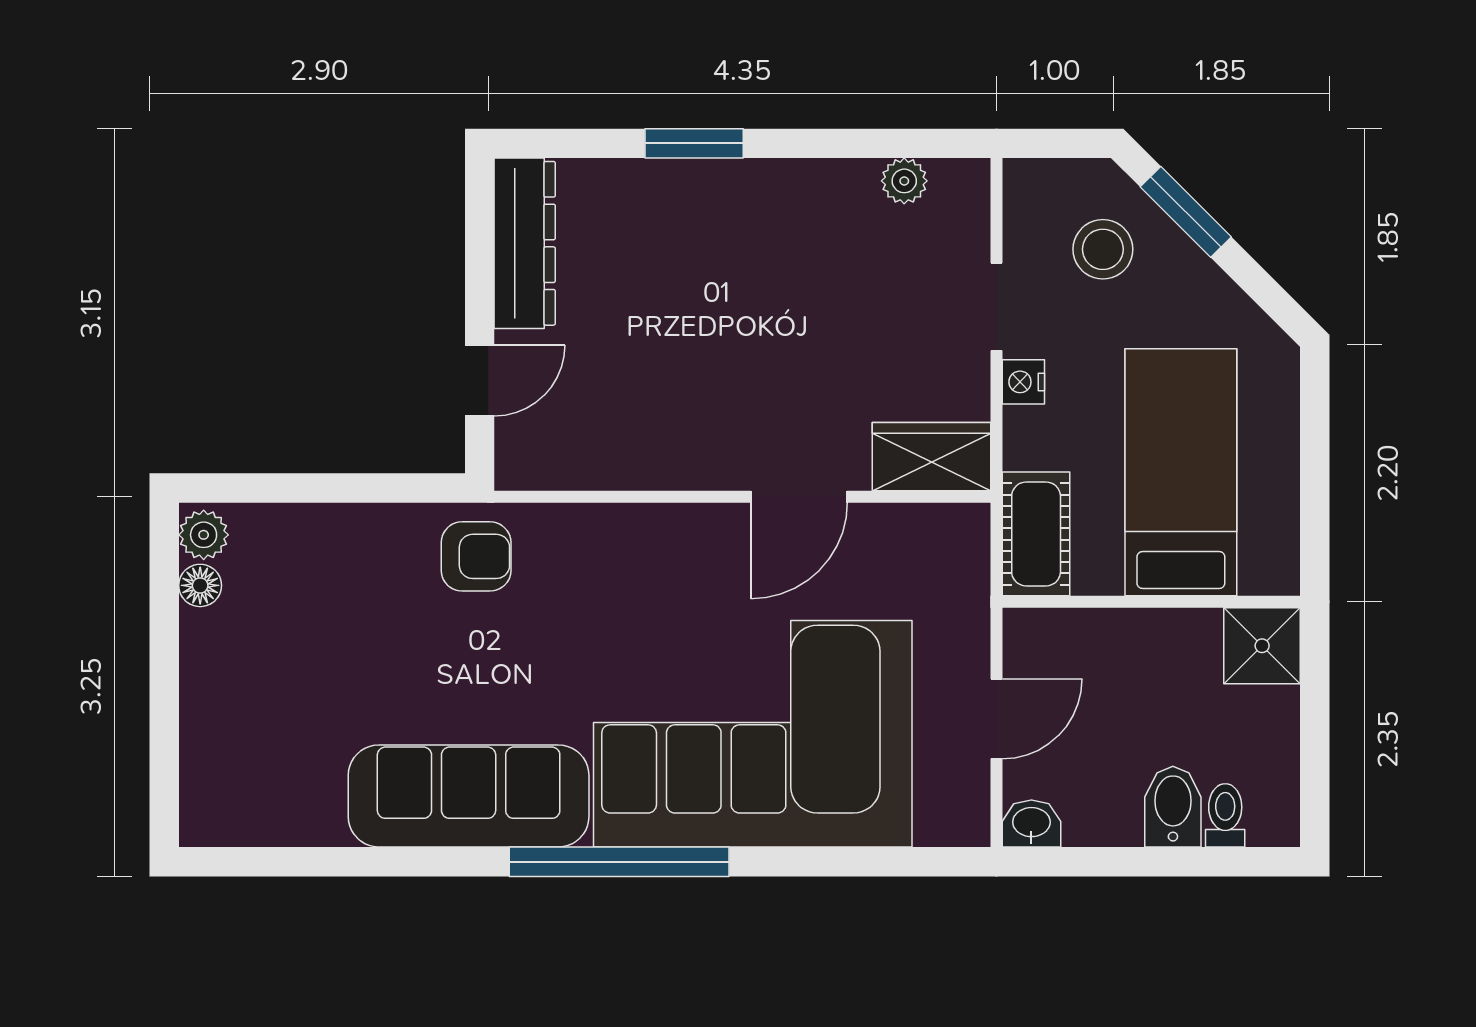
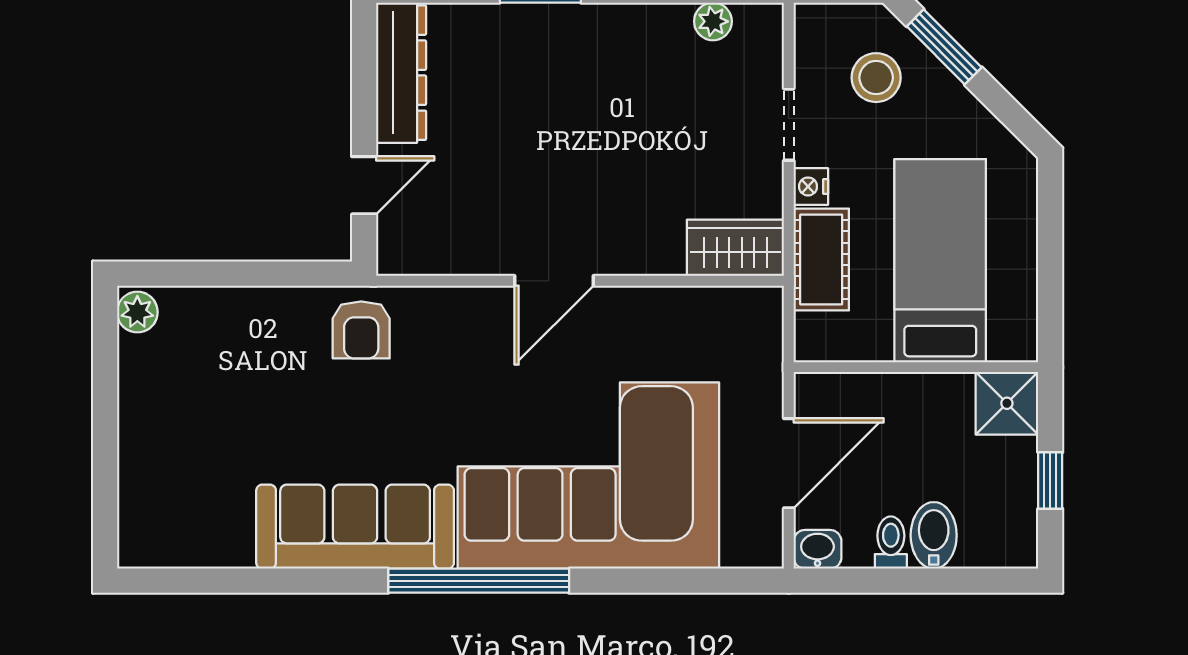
door: (799, 497) -> (554, 281), moved
cot: (1036, 534) -> (821, 260), moved
armchair: (476, 556) -> (361, 330), turned 90
floor lamp: (200, 585) -> (134, 354), removed
door: (996, 719) -> (789, 463), width x1.38
window: (1315, 740) -> (1050, 480), added
toilet: (1225, 815) -> (891, 543), moved

